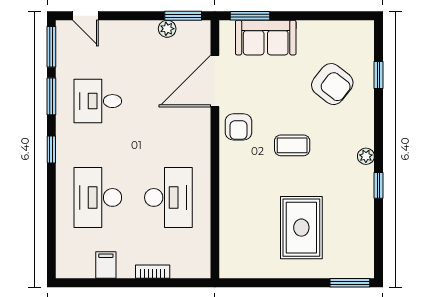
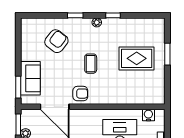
window: (379, 75) -> (75, 15), moved
water cooler: (200, 249) -> (148, 115), added
window: (350, 283) -> (167, 54), moved

